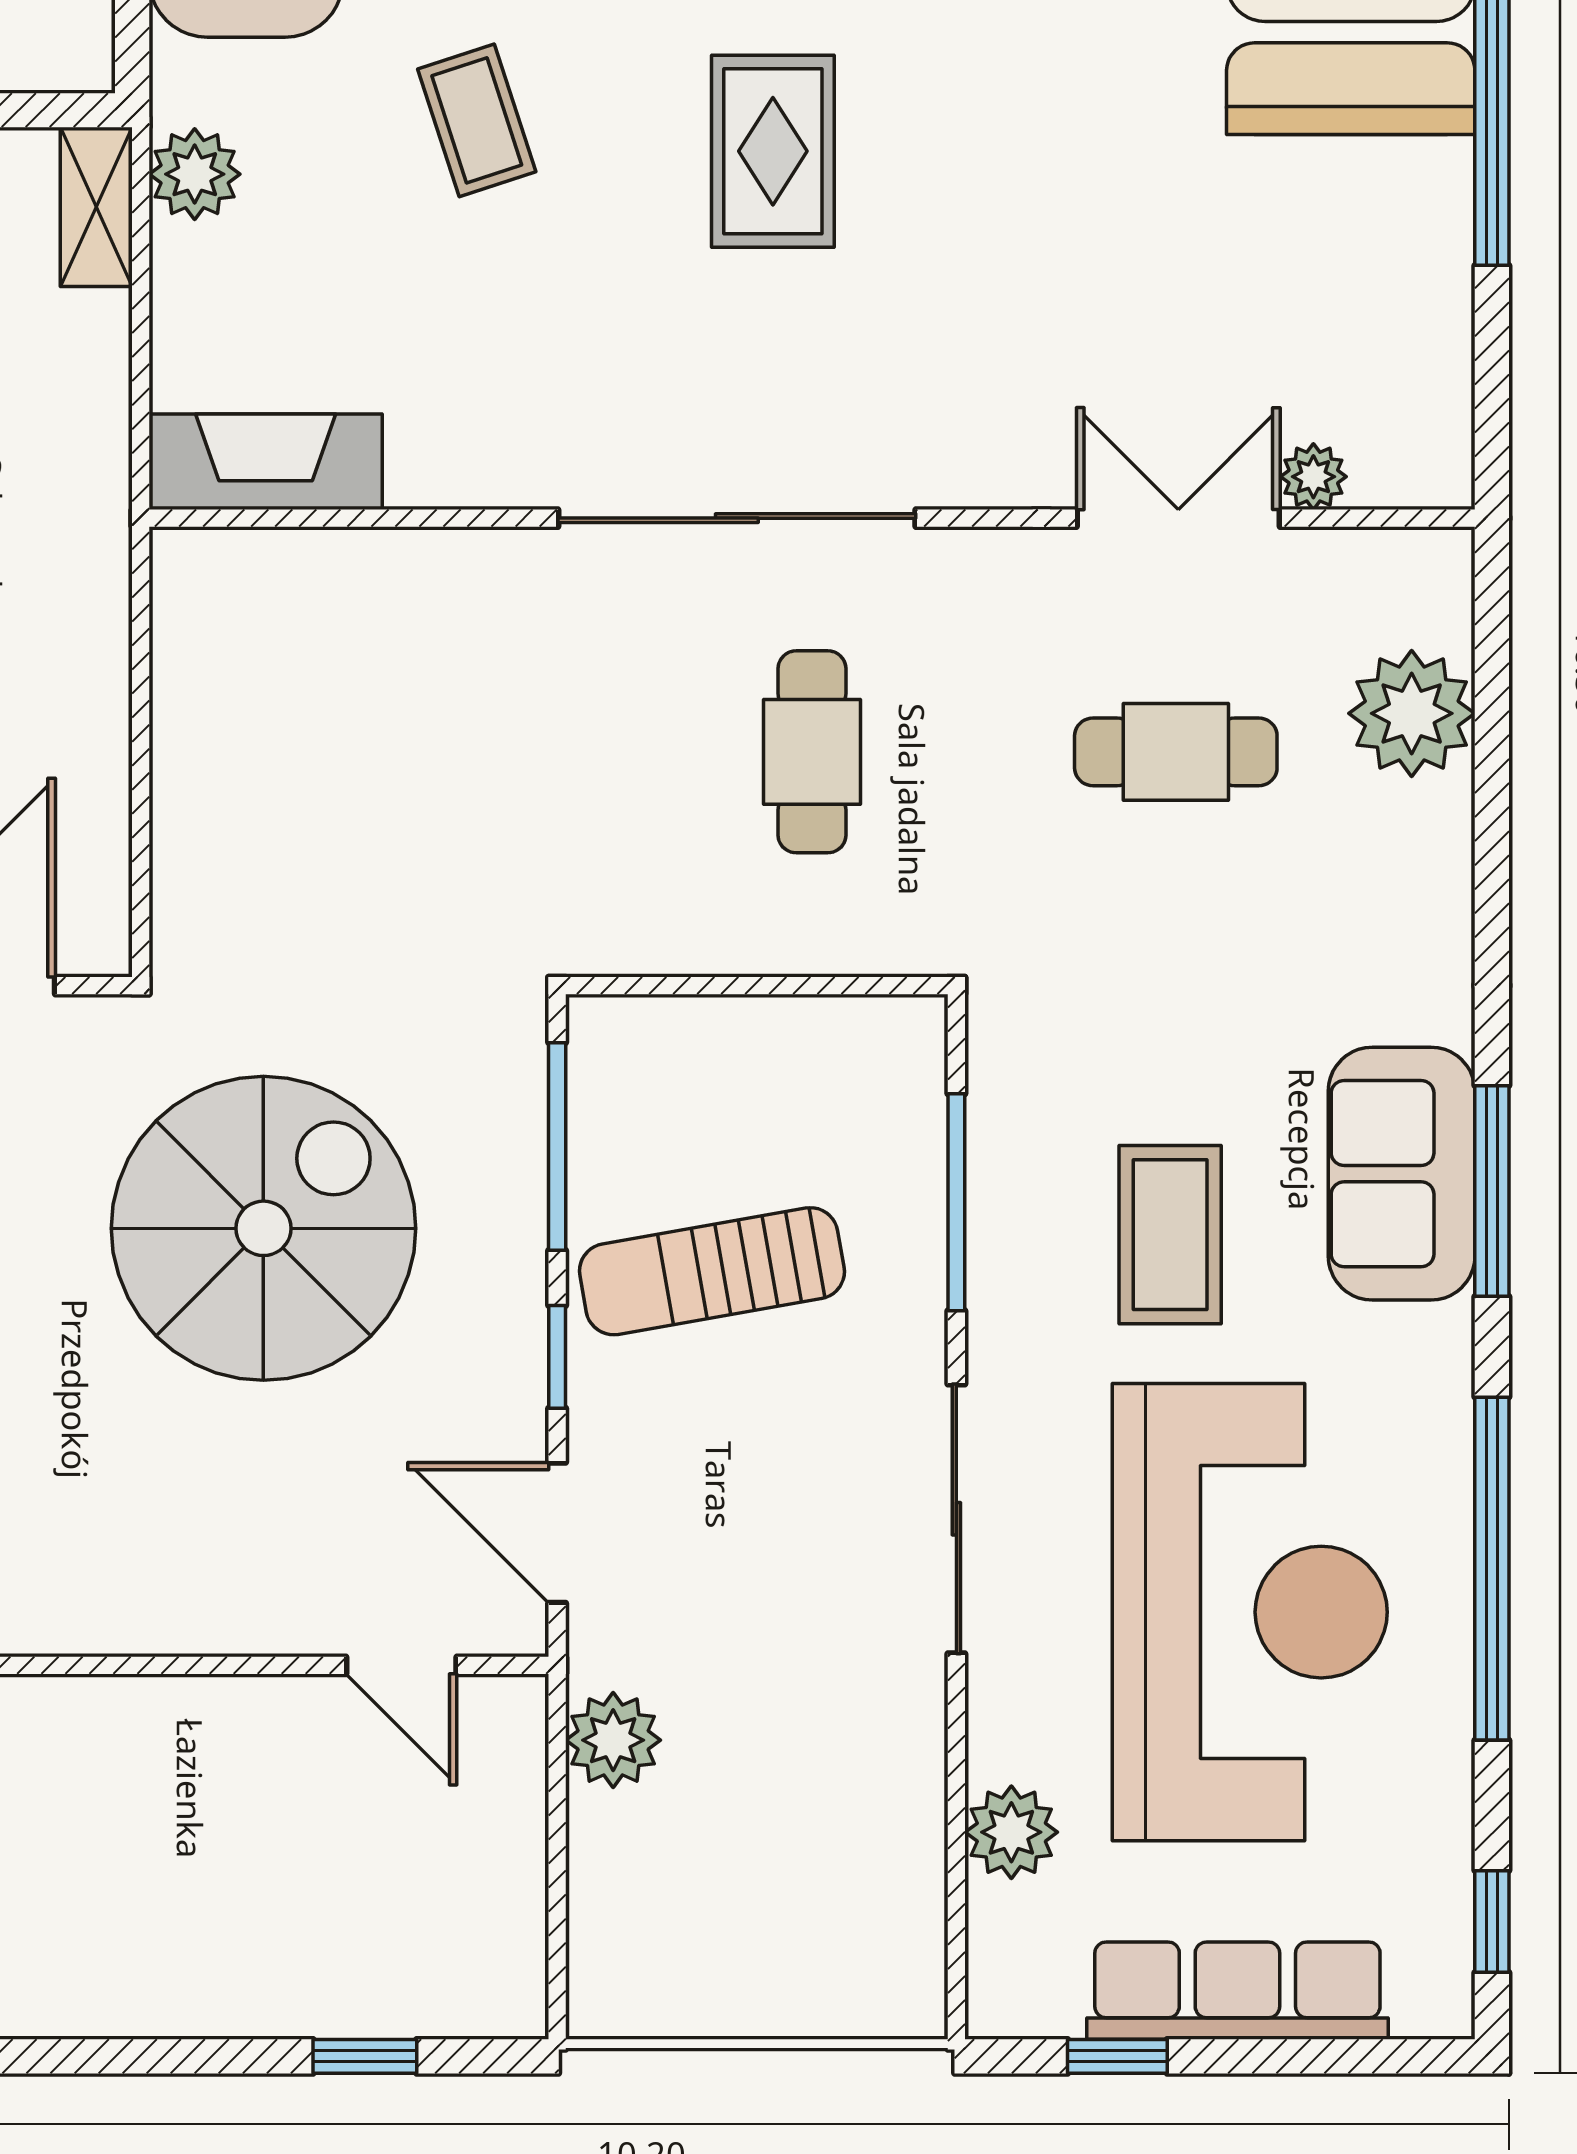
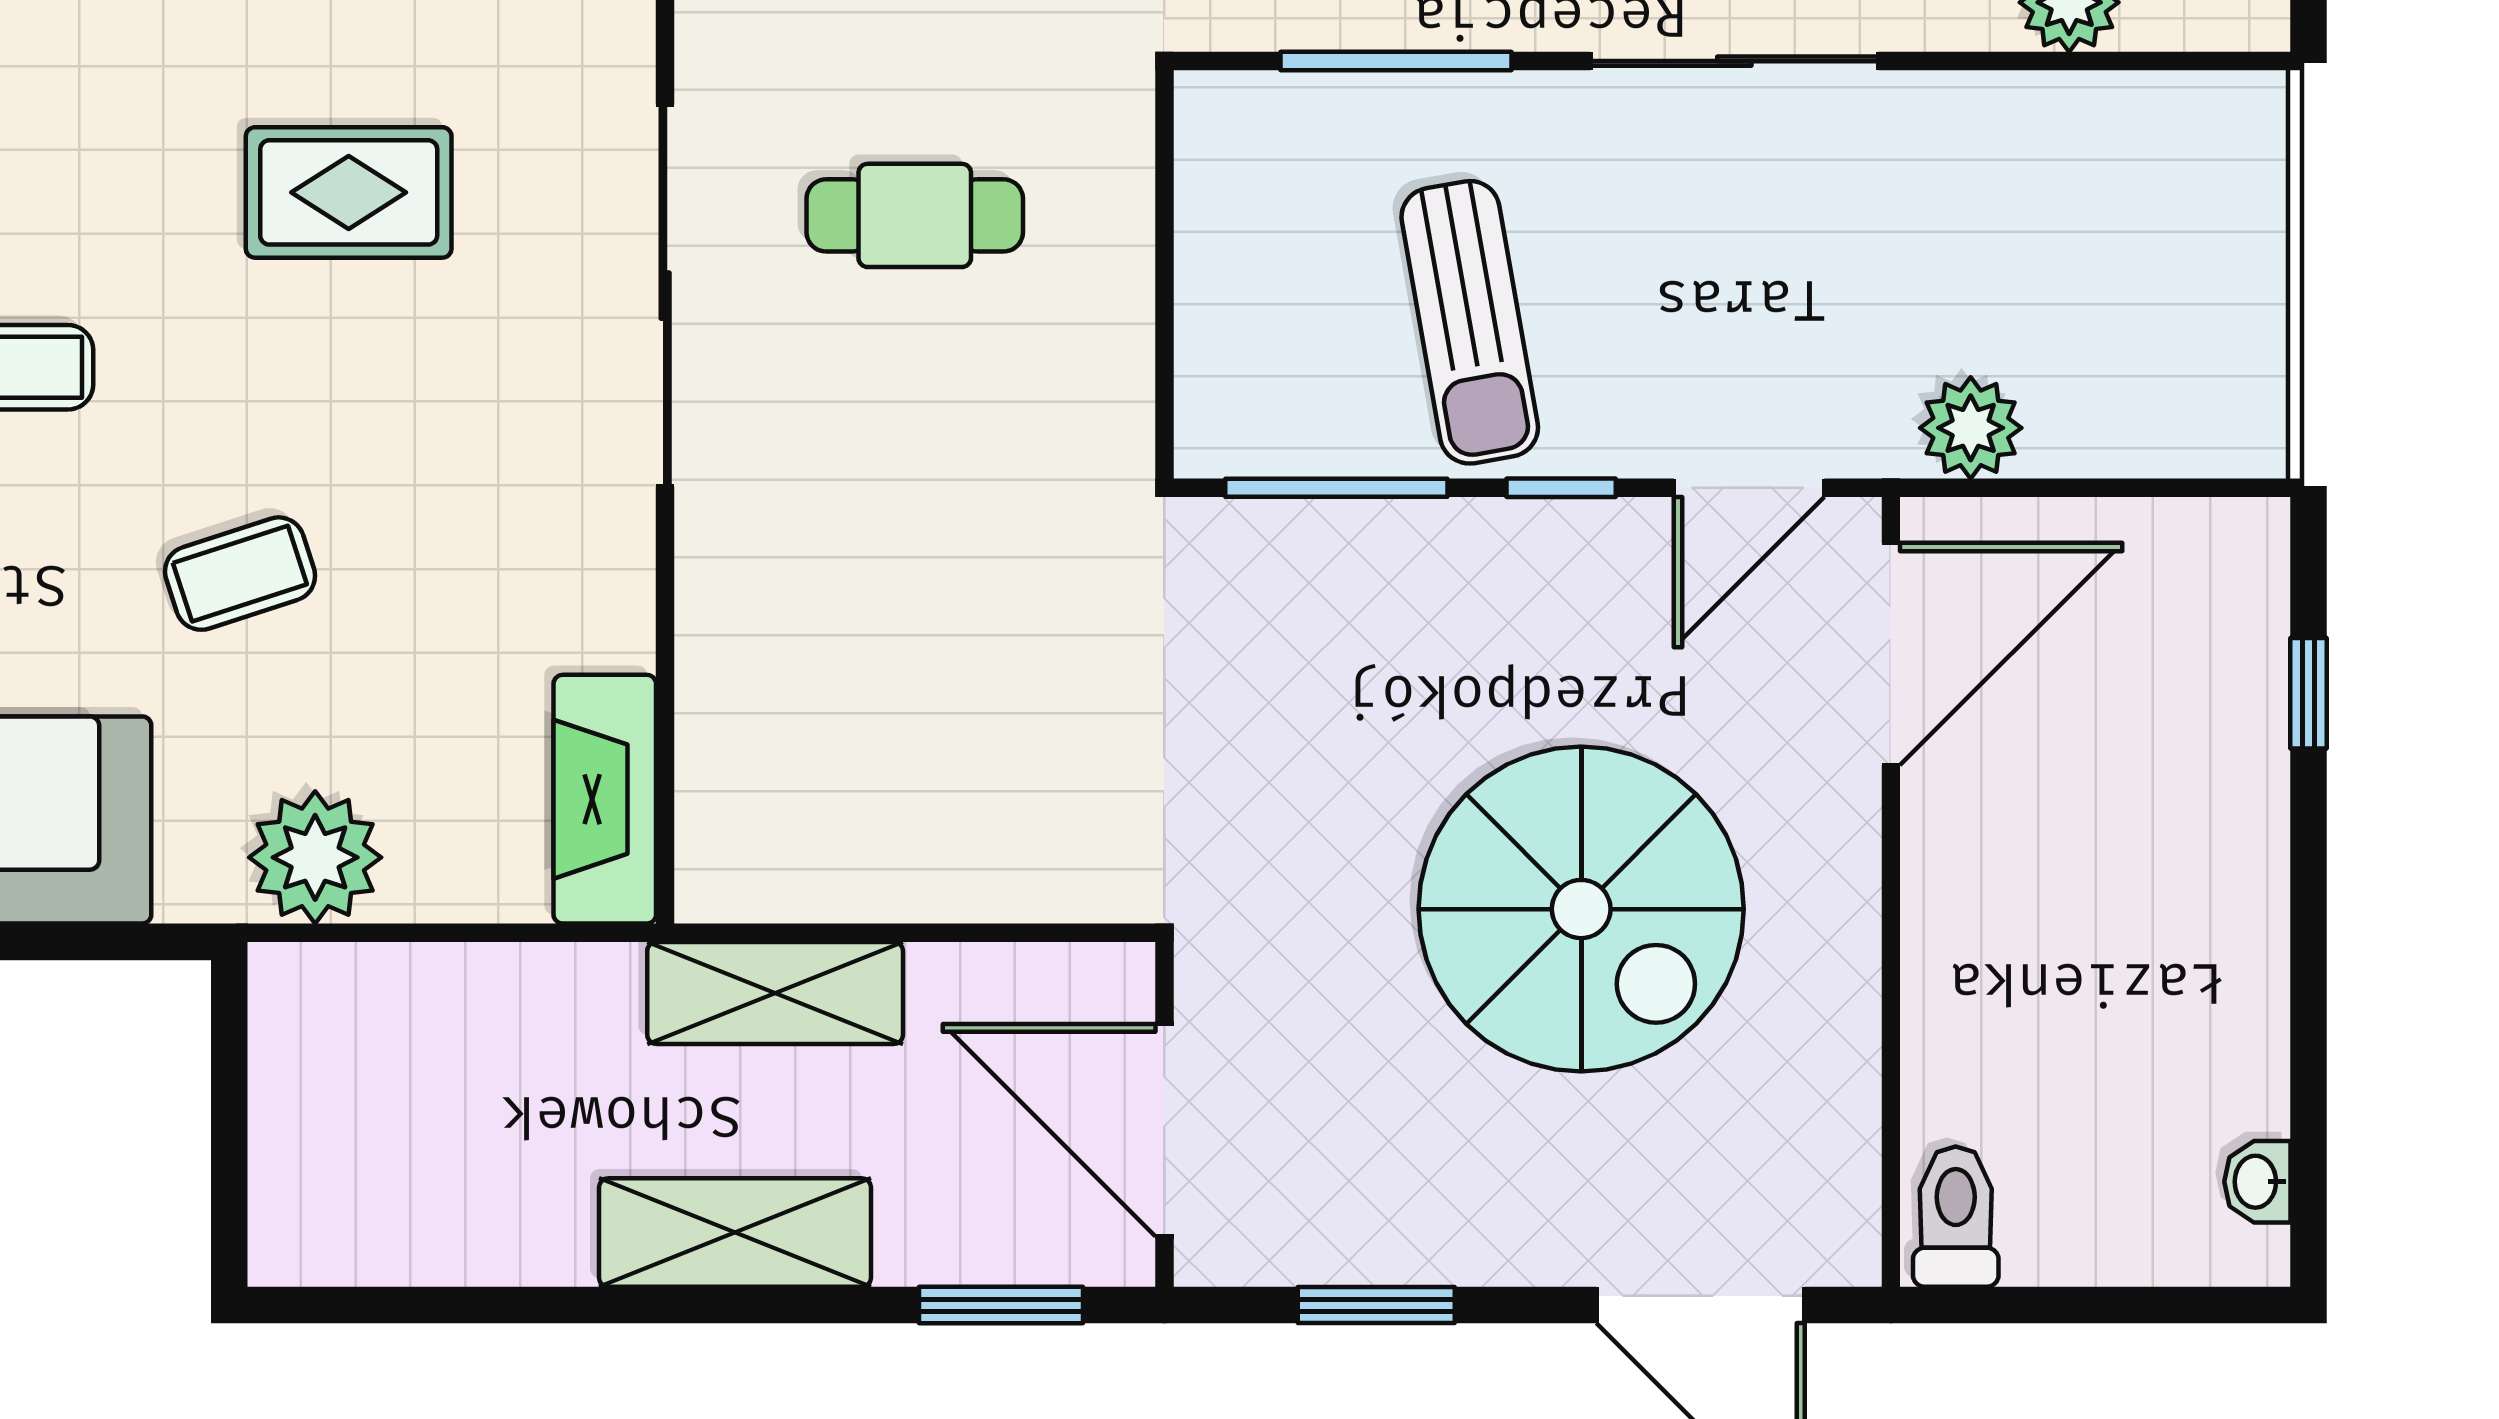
rug: (773, 151) -> (349, 192), moved
plant: (195, 174) -> (315, 857), width x1.36, depth x1.36
shelving: (96, 207) -> (775, 993), moved, width x1.50, depth x1.33
spiral stairs: (263, 1228) -> (1581, 909), moved, turned 180
door: (401, 1665) -> (1891, 654), width x1.87

